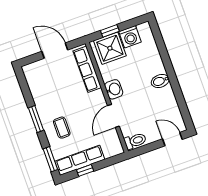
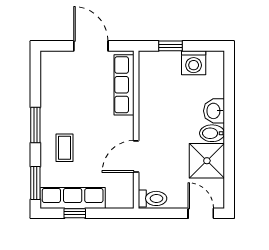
shower: (110, 48) -> (207, 161), moved
washbasin: (114, 89) -> (214, 111), moved, turned 180

